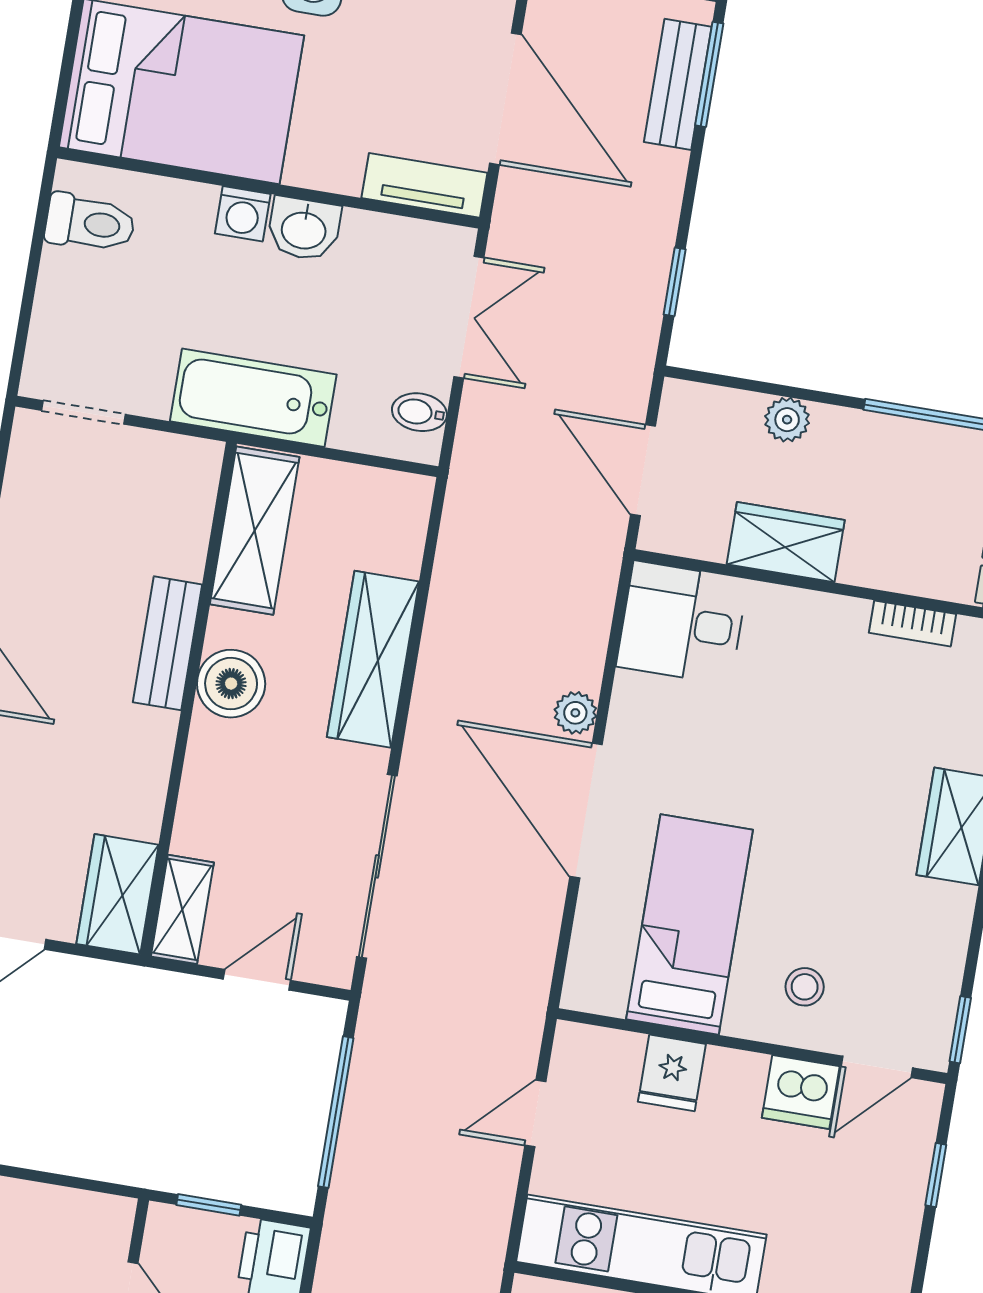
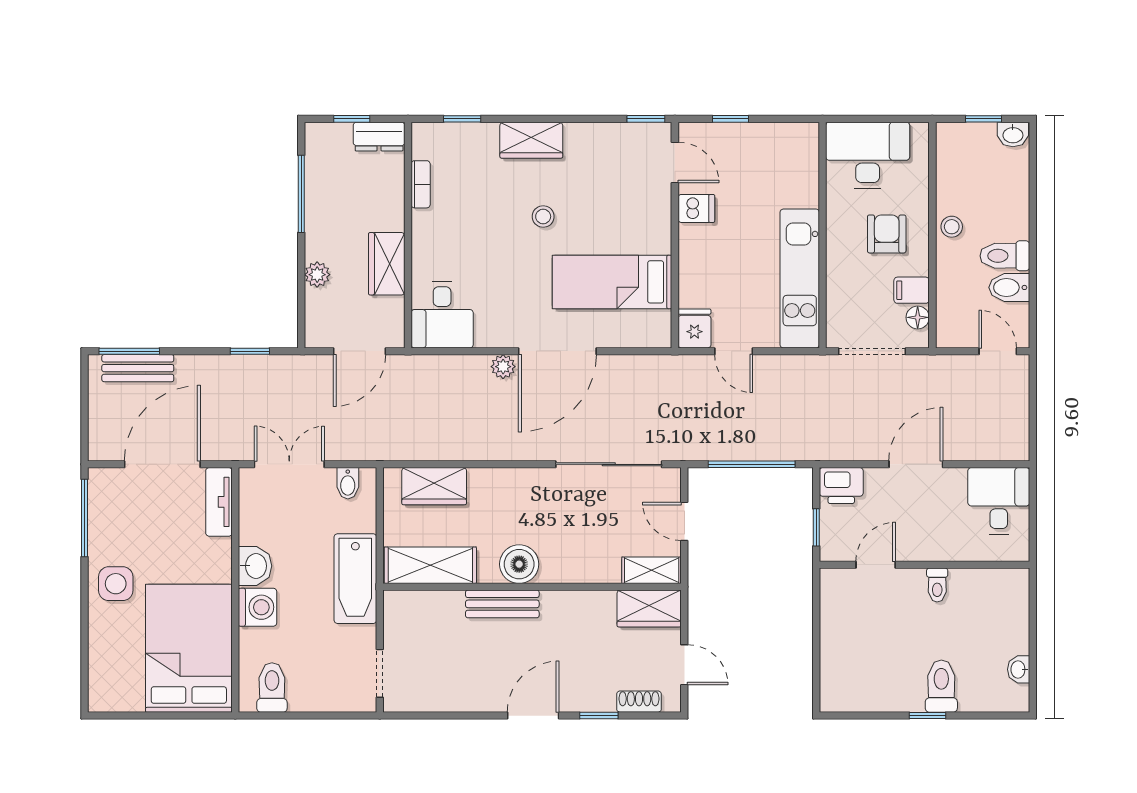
washing machine: (243, 214) -> (258, 607), width x1.38, depth x1.38
wardrobe: (373, 659) -> (434, 486), moved, width x0.67
stool: (805, 987) -> (543, 216), moved
fridge: (672, 1073) -> (694, 329), moved, turned -90
dishwasher: (801, 1092) -> (696, 208), width x0.73

